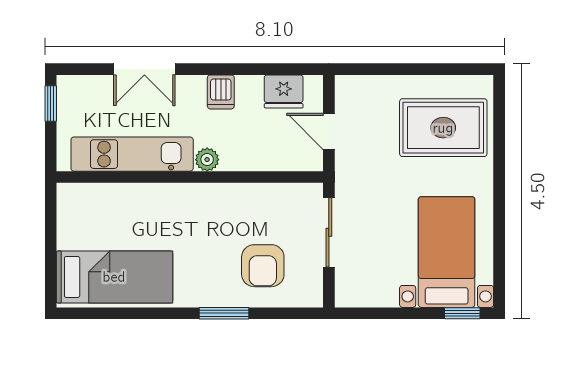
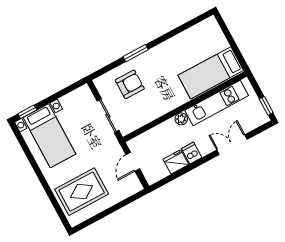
fridge: (284, 91) -> (176, 162), moved
door: (329, 131) -> (133, 162), swing flipped
armchair: (263, 266) -> (130, 84), turned 90
bed: (114, 277) -> (211, 73), moved

